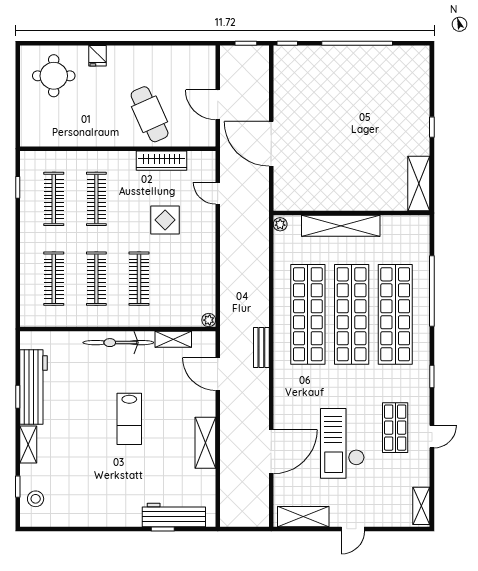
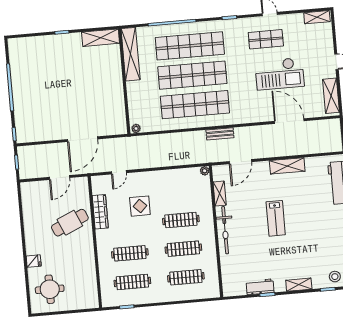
shelving: (341, 226) -> (131, 54), moved
workbench: (34, 387) -> (260, 287), width x0.53, depth x0.76
lab bench: (129, 419) -> (276, 218), turned 90

